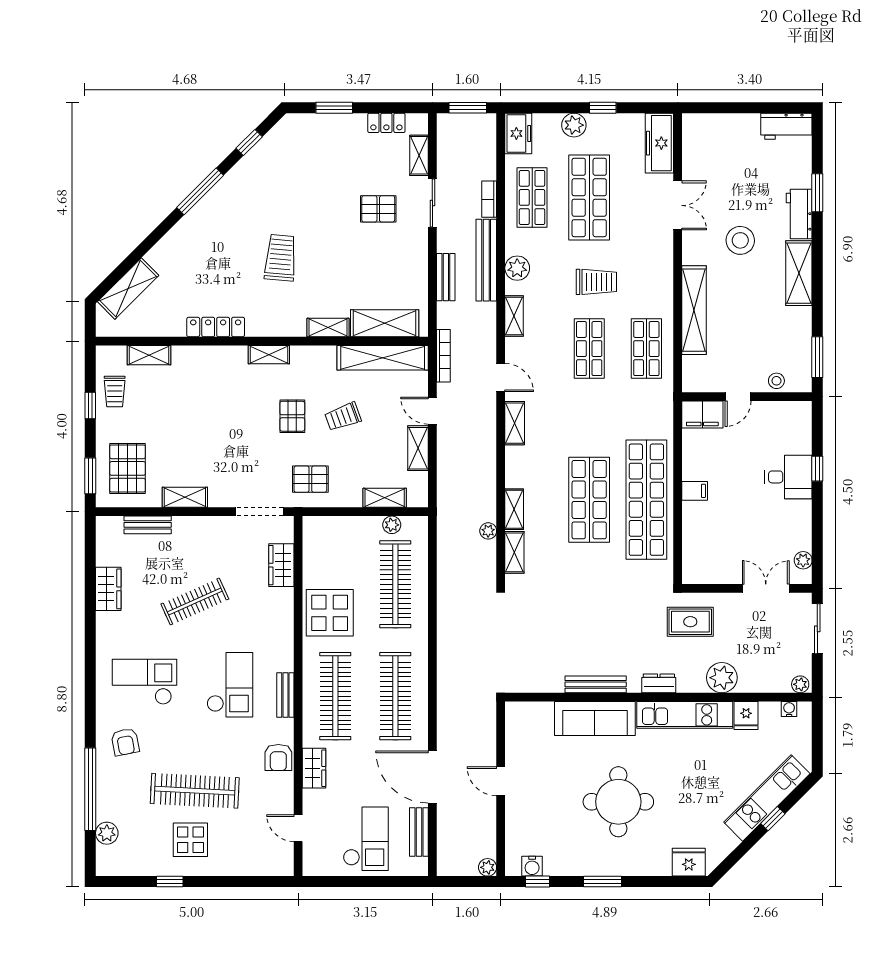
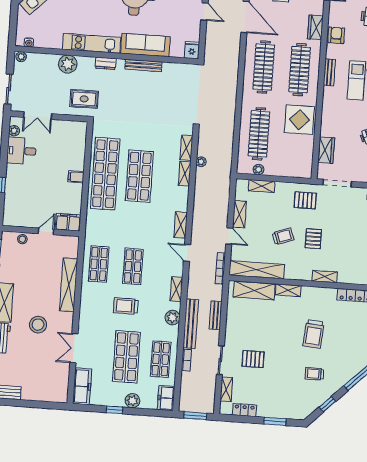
trolley: (274, 192) -> (314, 374), added
desk: (788, 477) -> (22, 151), moved
fridge: (746, 716) -> (192, 50), moved

